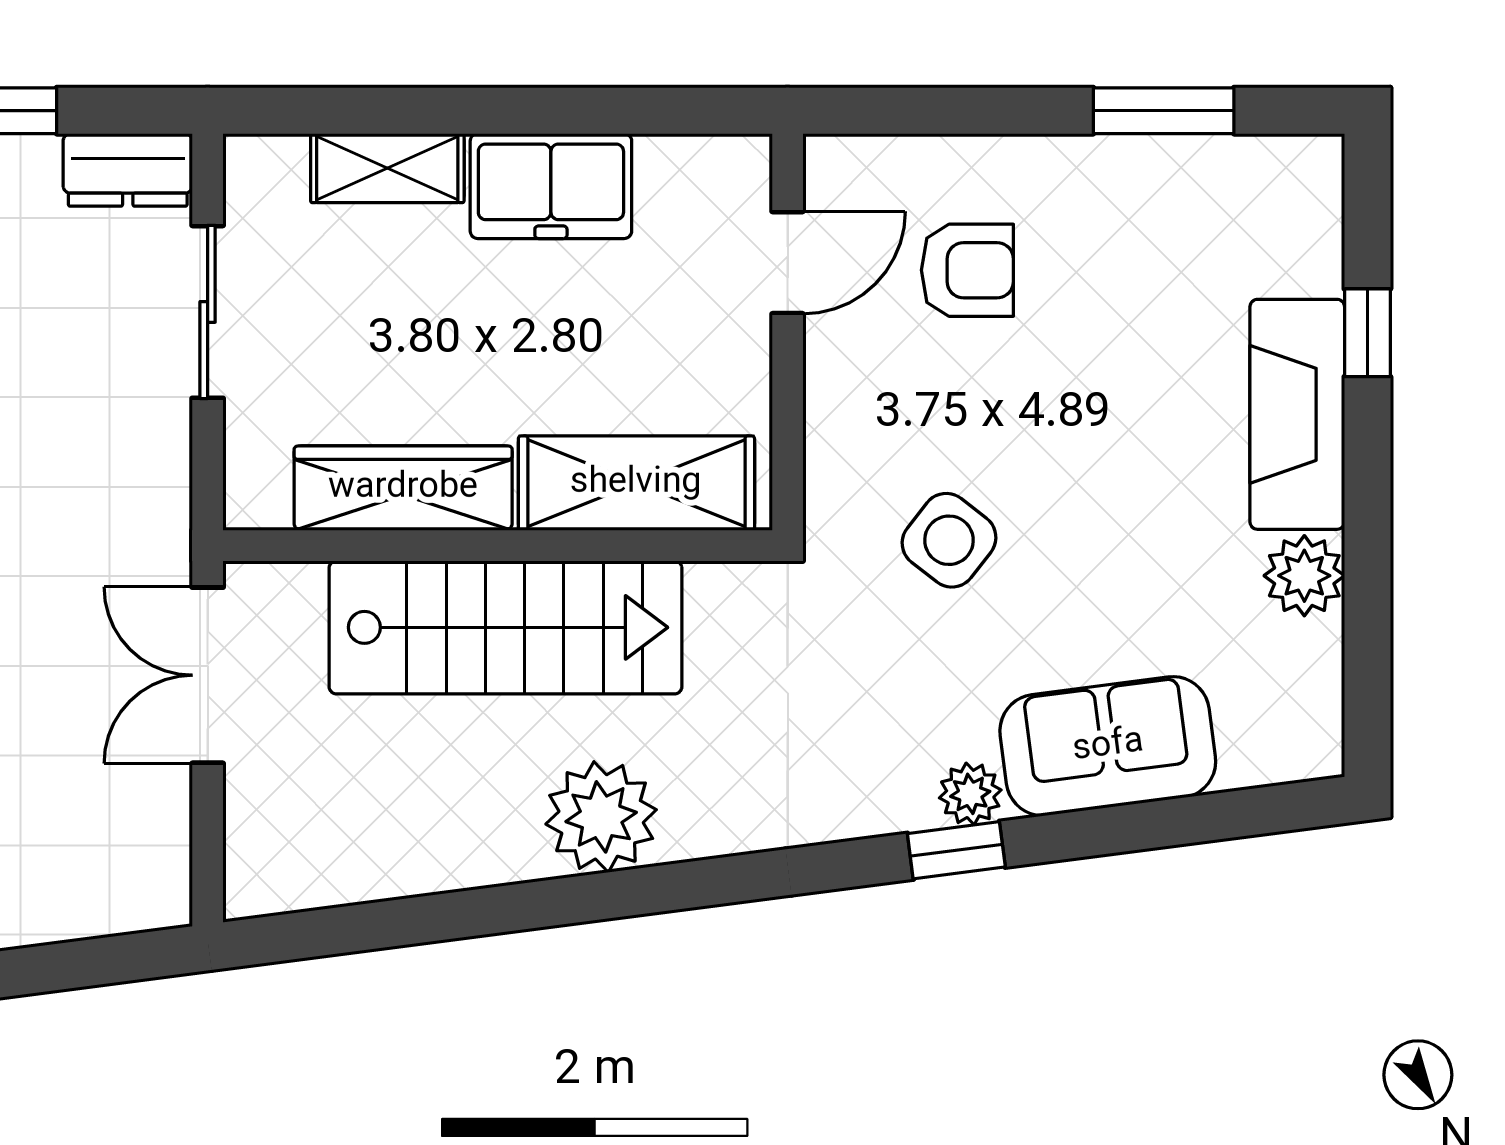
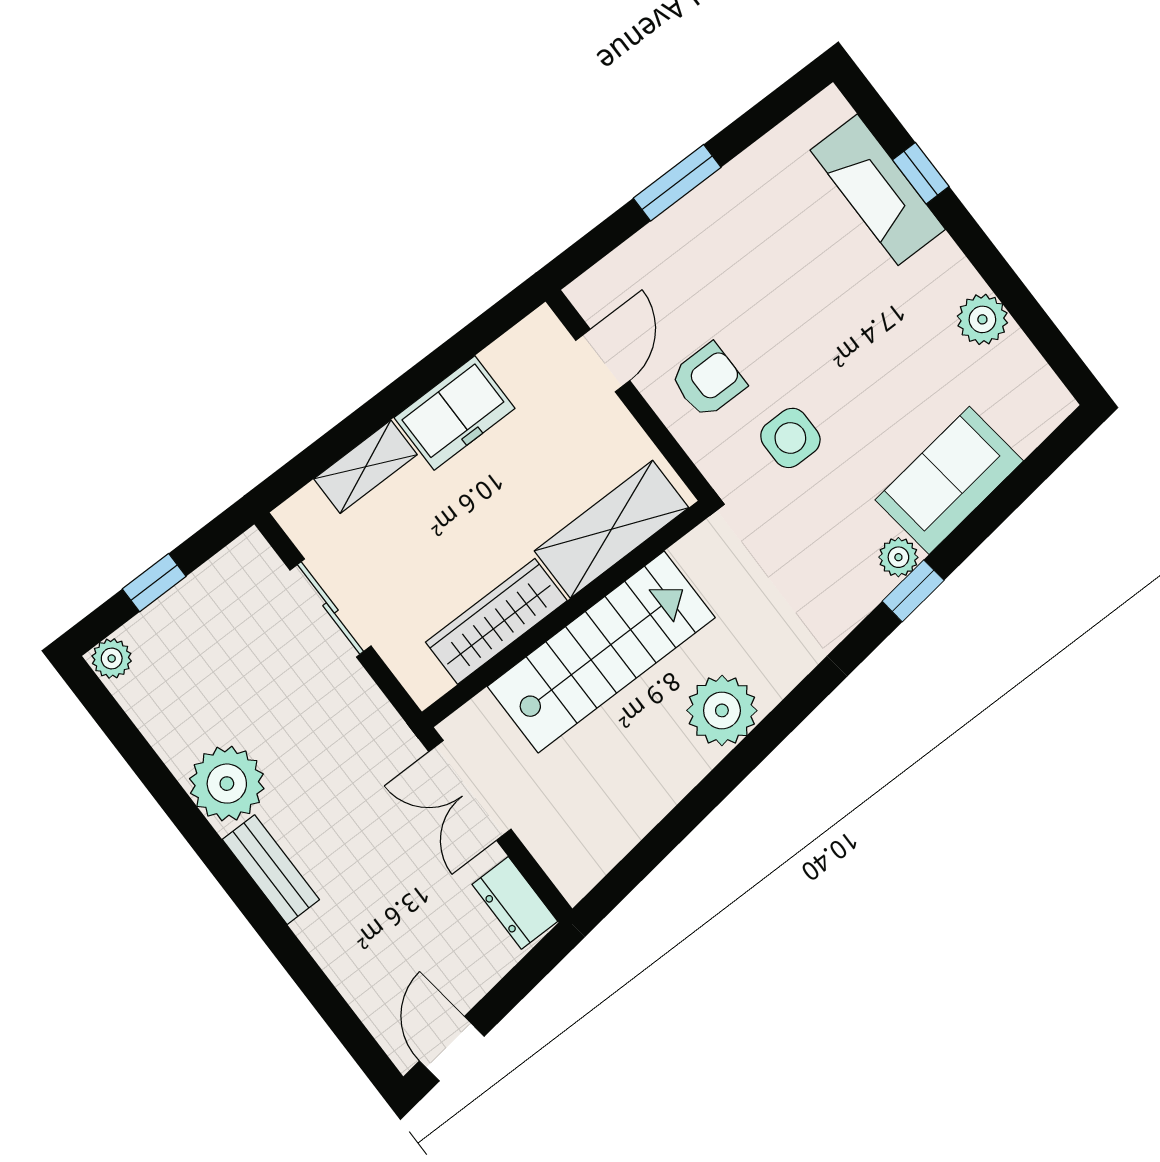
window: (1164, 111) -> (677, 183), moved
dresser: (128, 170) -> (515, 903), moved, turned 90
armchair: (967, 270) -> (708, 380), moved
fireplace: (1297, 414) -> (878, 190), moved
side table: (949, 540) -> (790, 438), turned -38

